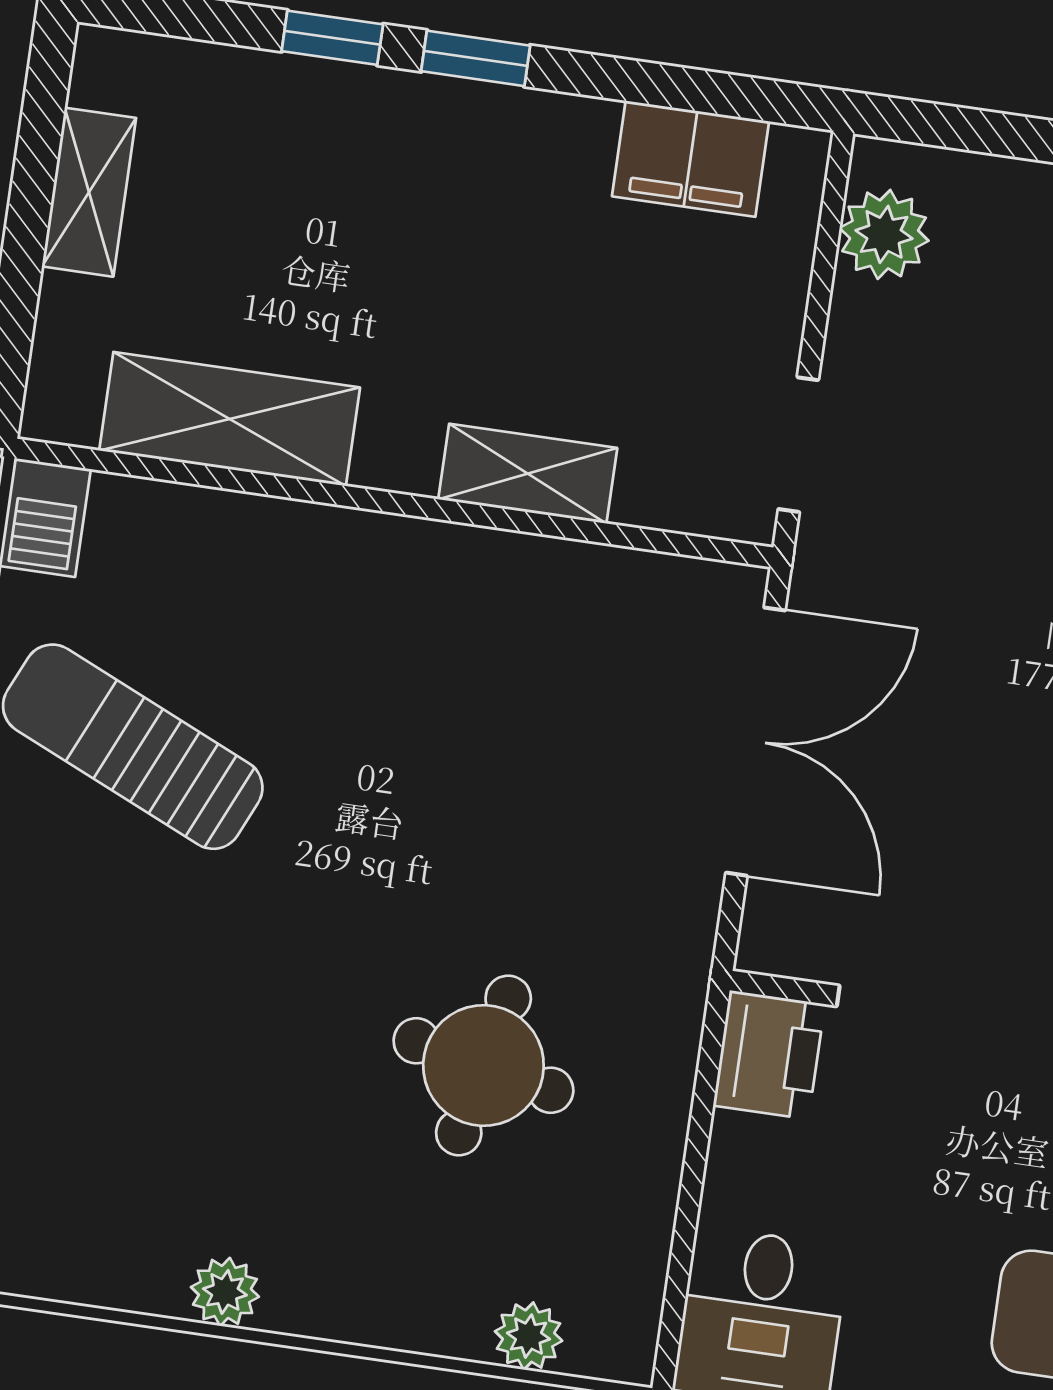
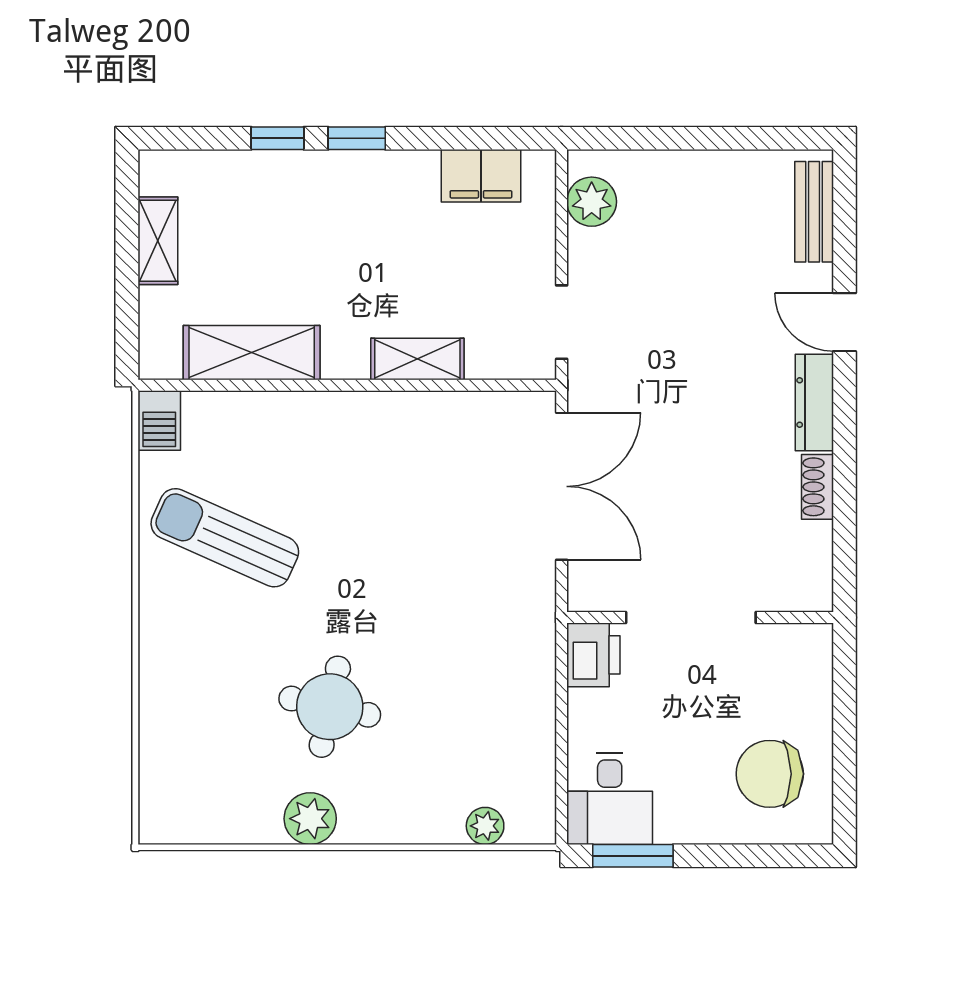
round table: (483, 1066) -> (330, 707), moved
plant: (225, 1292) -> (310, 819), width x1.38, depth x1.38

